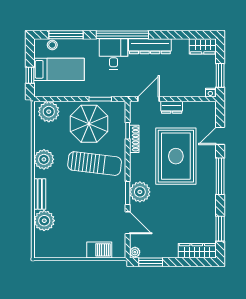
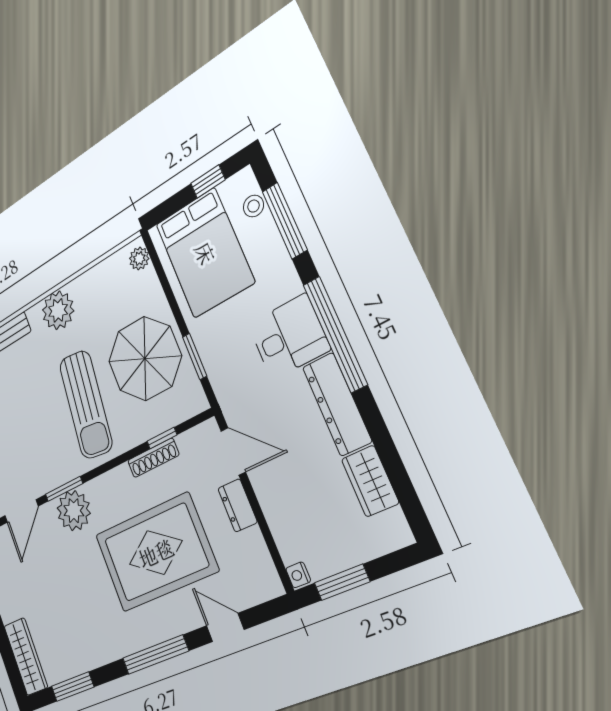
wardrobe: (203, 46) -> (370, 481), moved
bed: (59, 69) -> (205, 253), width x1.50
window: (30, 75) -> (208, 181), moved
plant: (49, 112) -> (139, 259), width x0.53, depth x0.53

